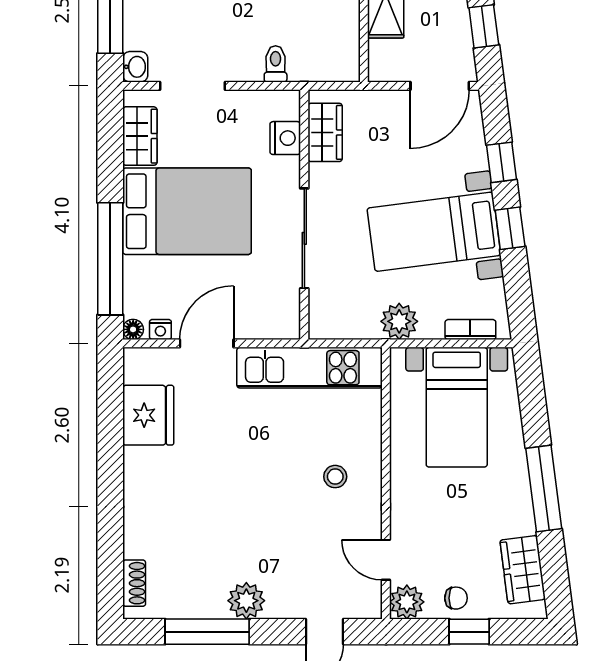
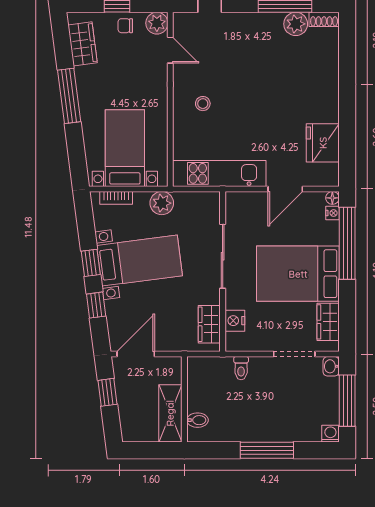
nightstand: (160, 329) -> (332, 213), moved, turned 90
shoe rack: (134, 583) -> (324, 19), moved, turned -90
plant: (246, 601) -> (296, 24), moved

